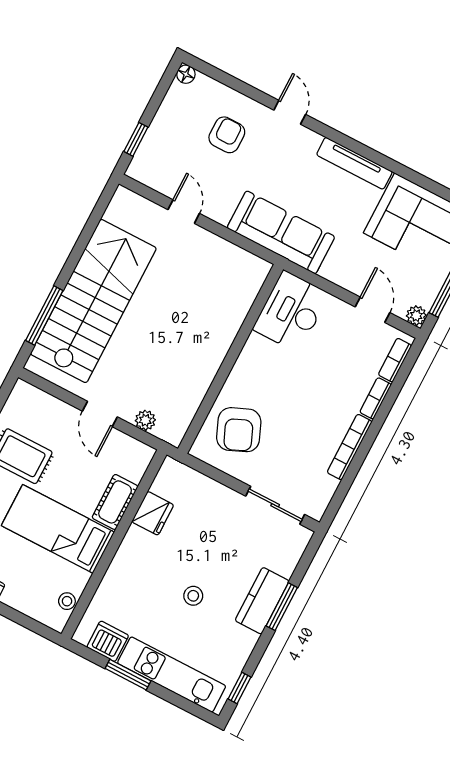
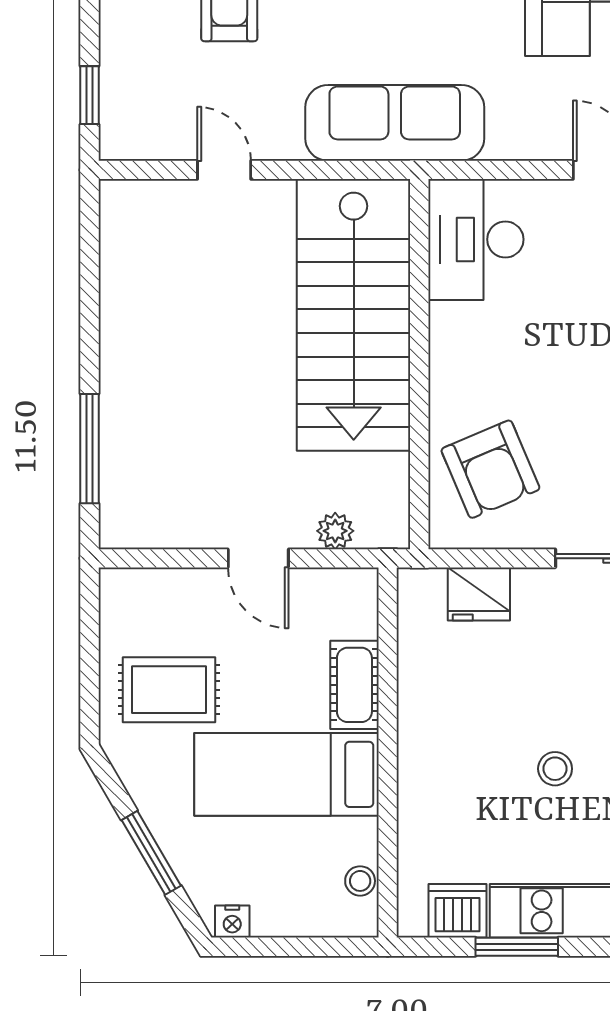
stairs: (93, 301) -> (354, 315), moved, turned 180
fridge: (153, 513) -> (479, 594), moved, turned 90

